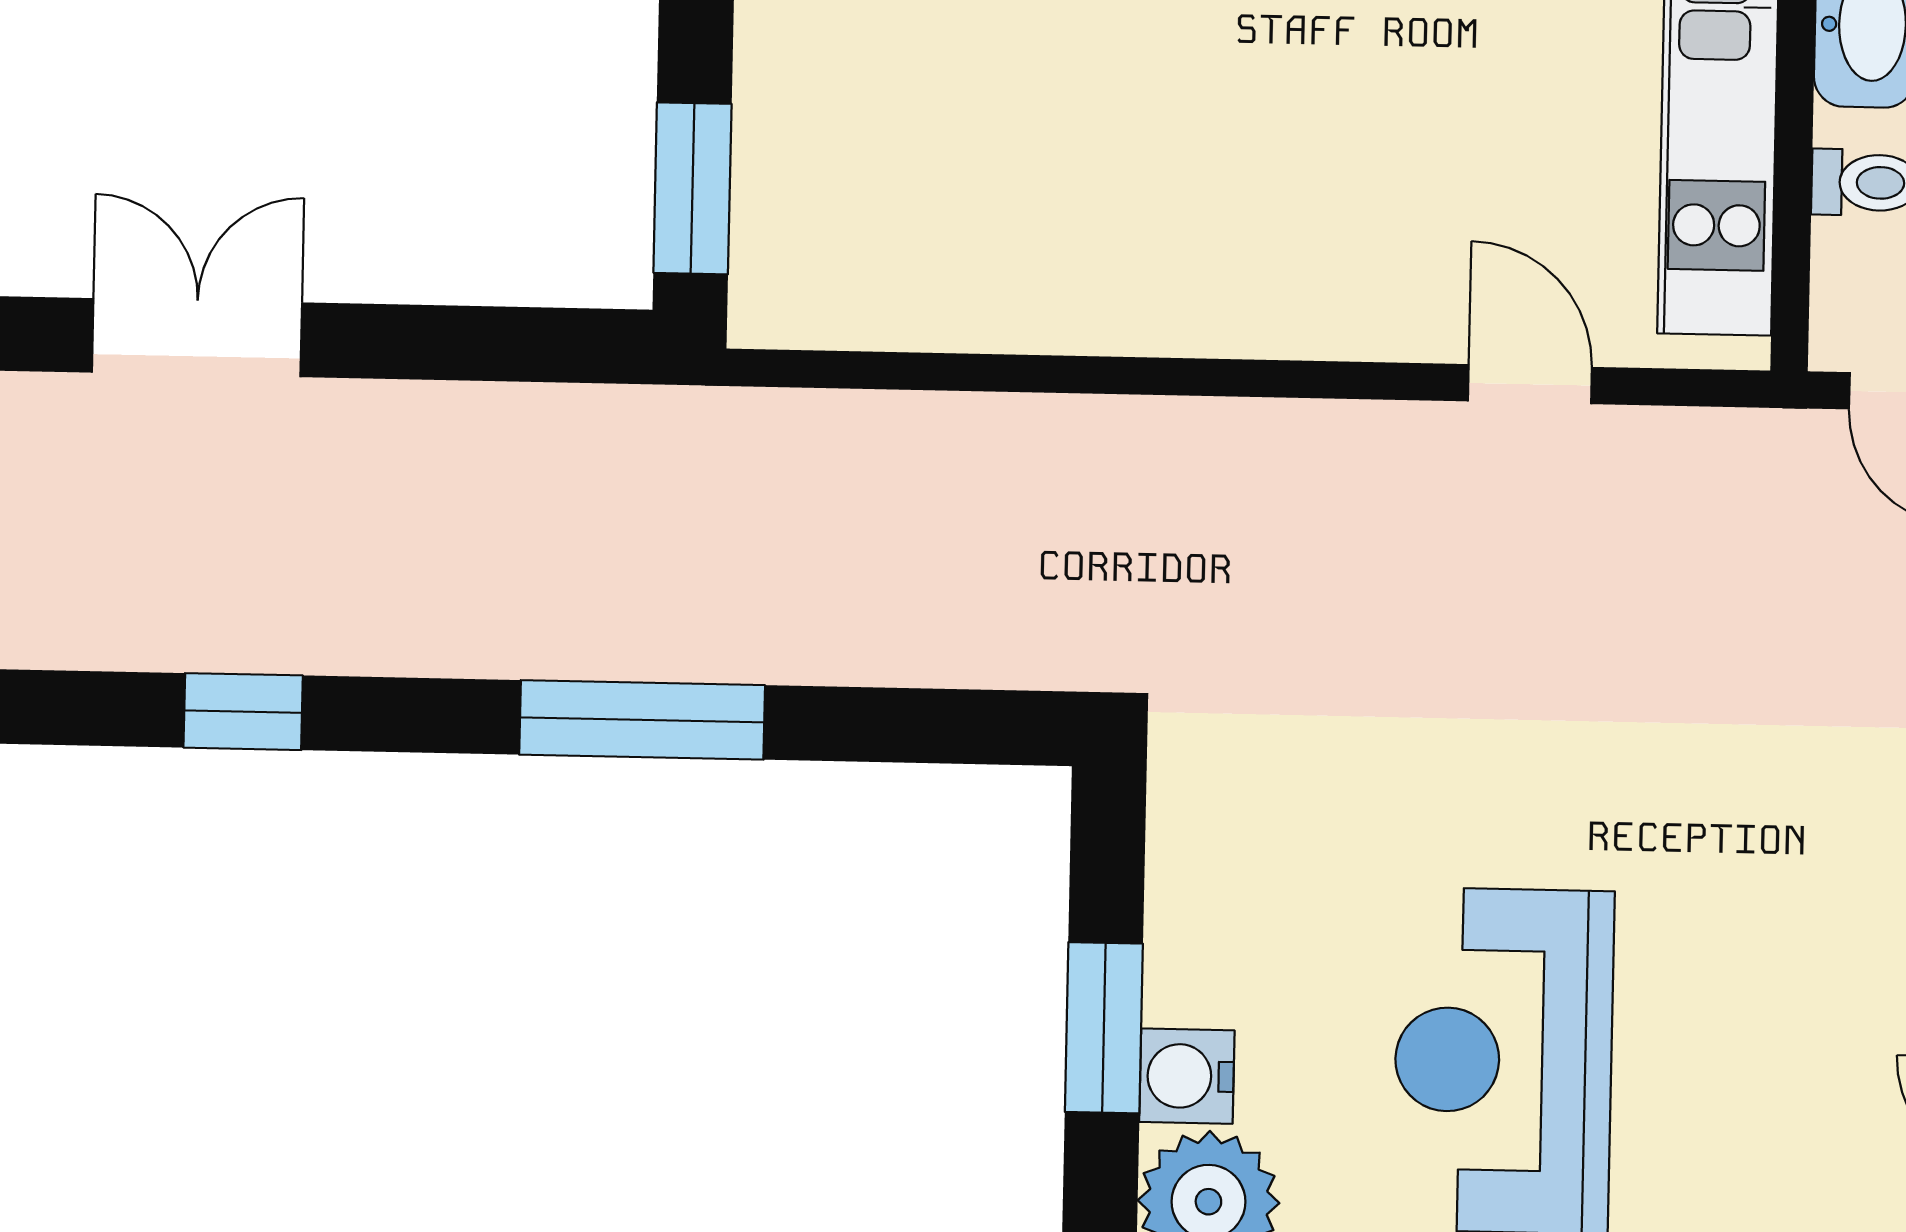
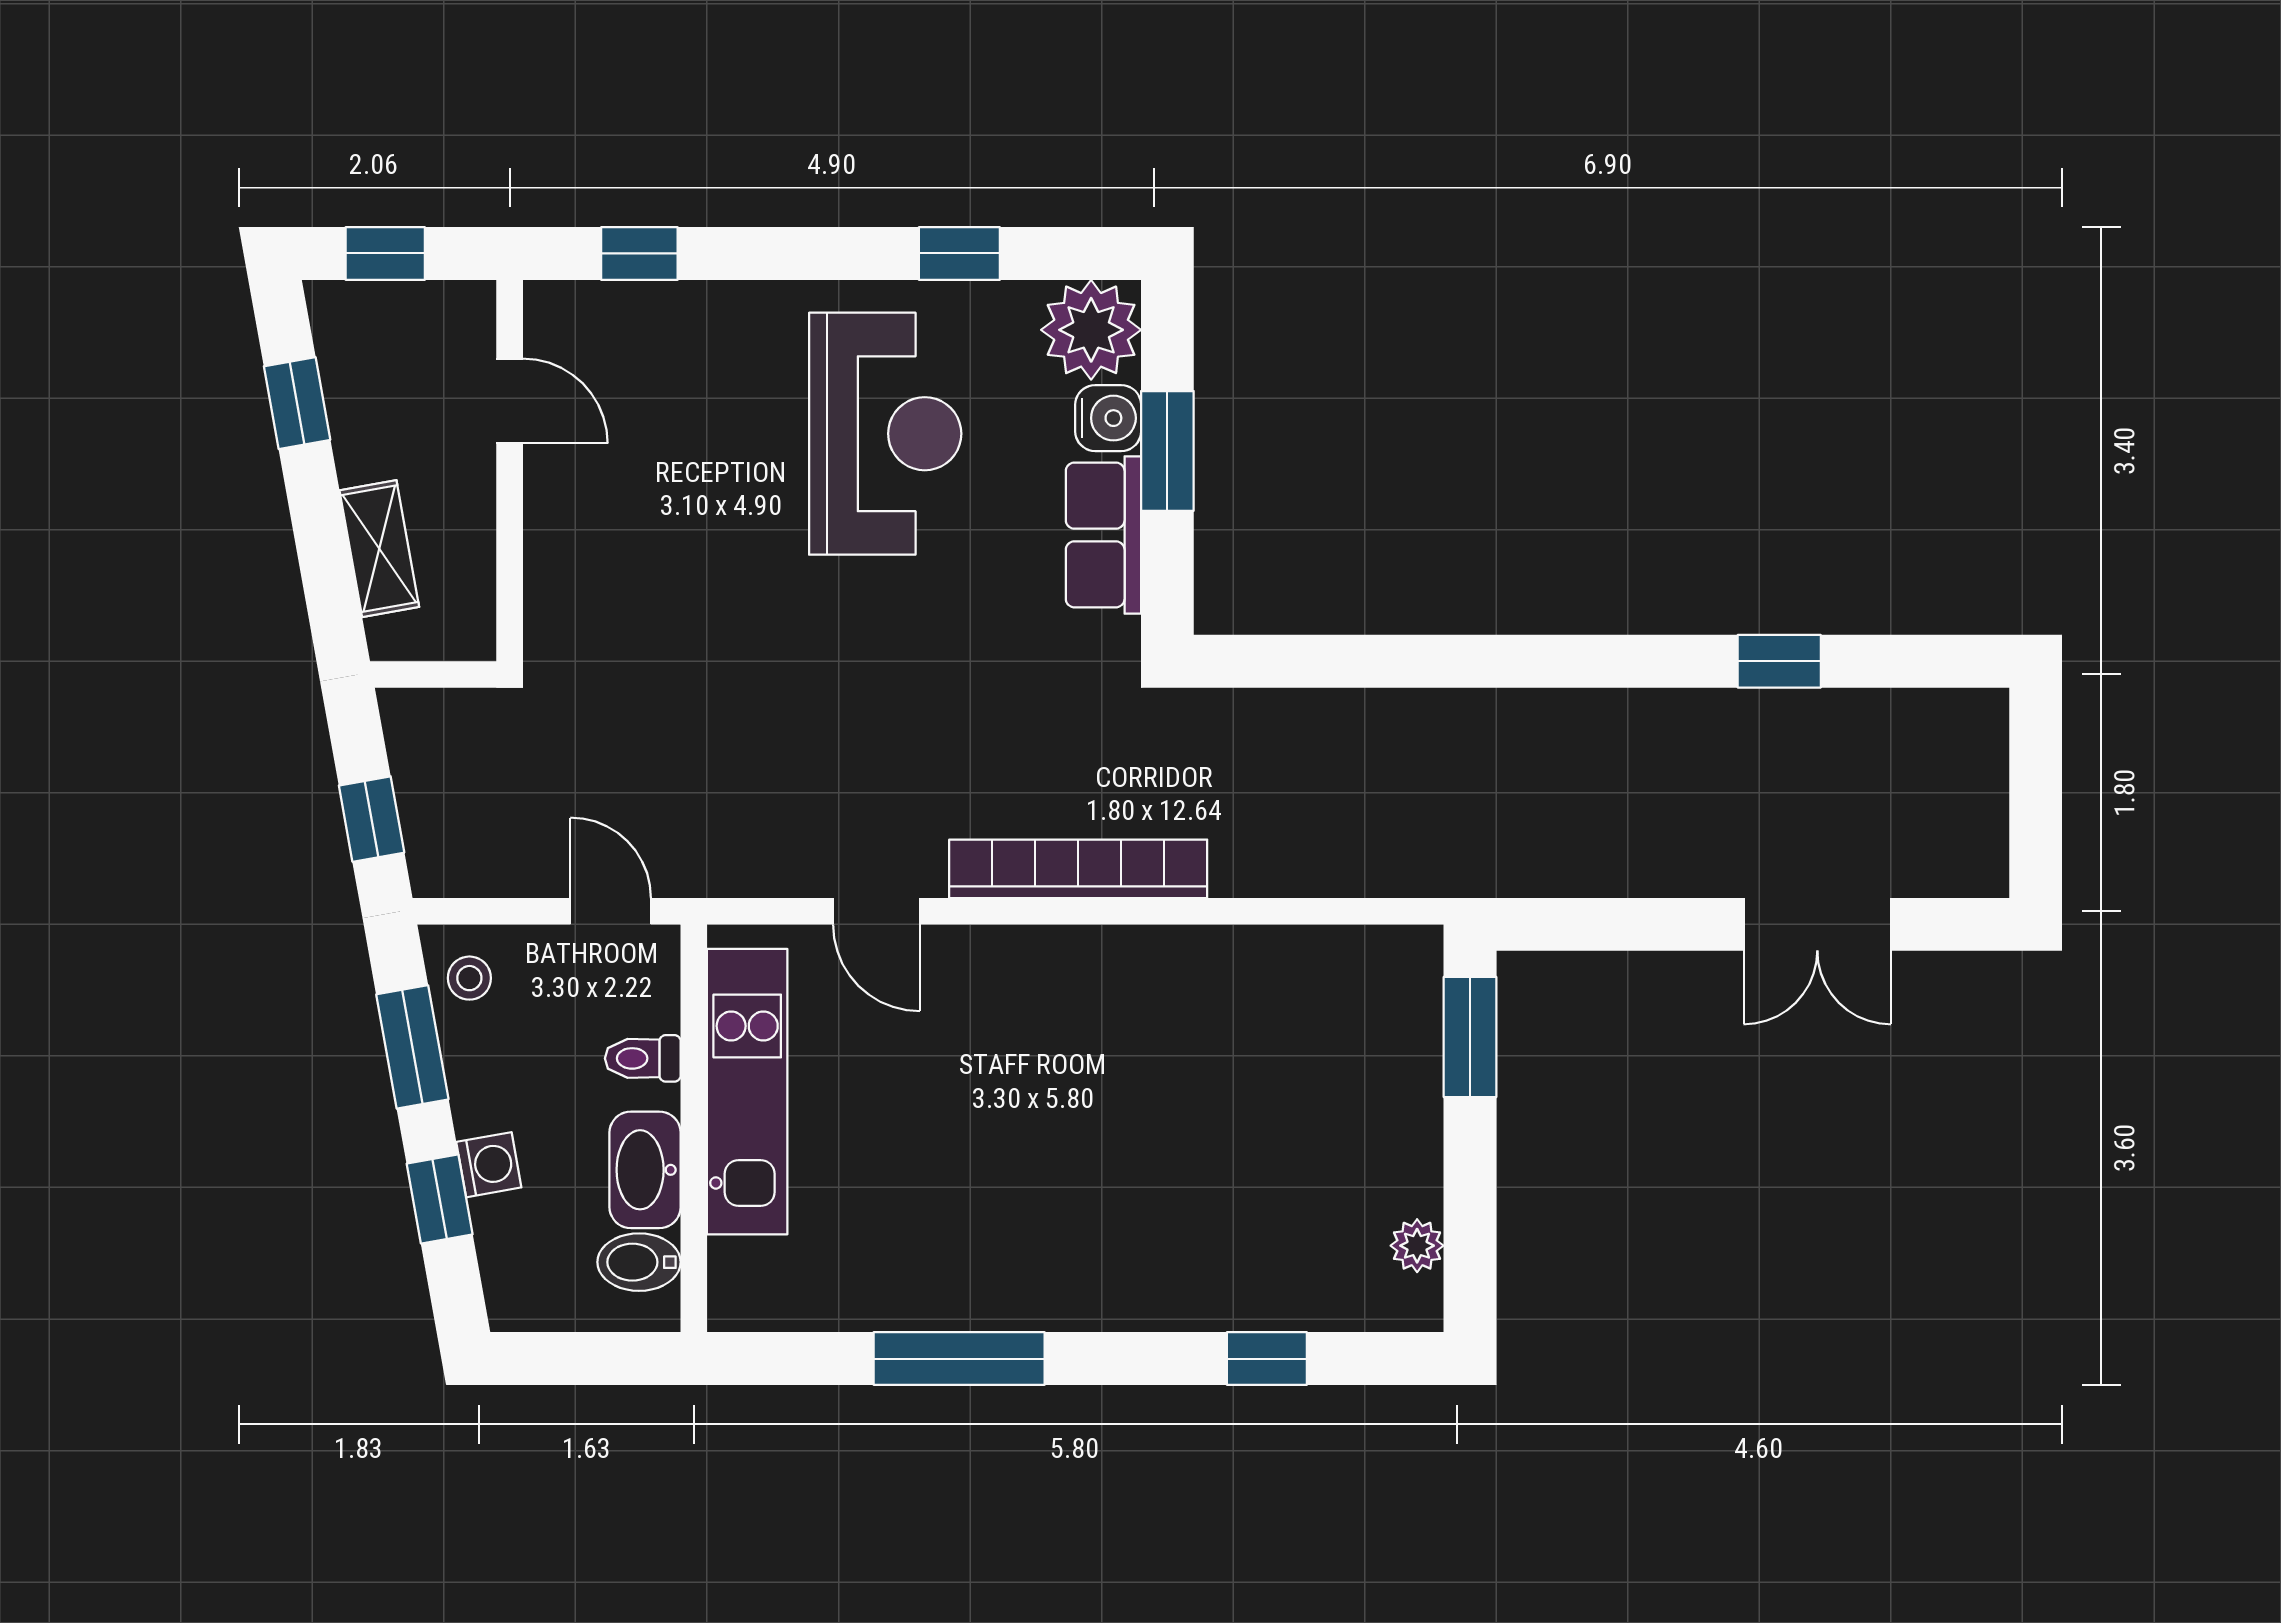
bookcase: (1243, 438) -> (1078, 869), added
window: (642, 720) -> (1498, 661), removed
row of seats: (1197, 911) -> (1103, 535), added

